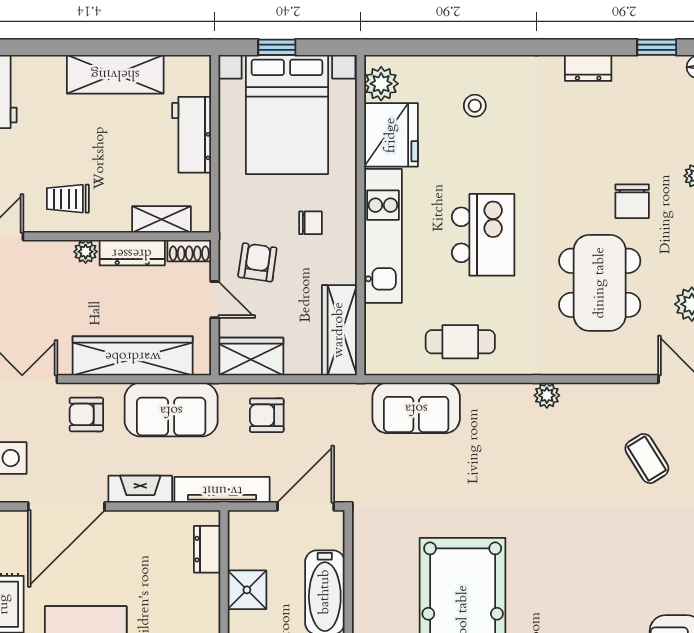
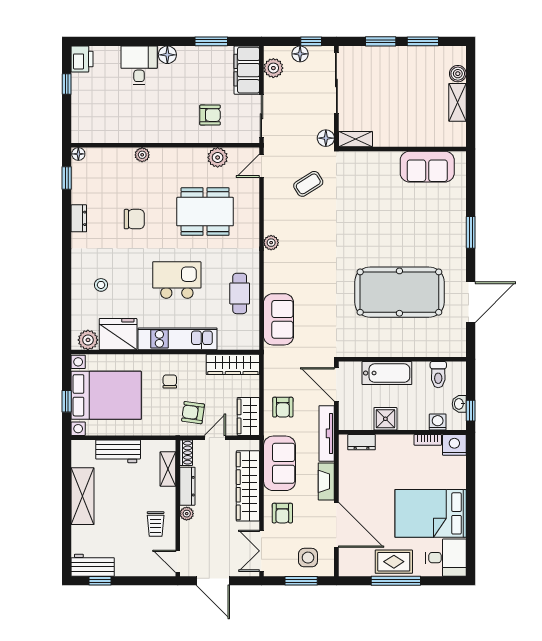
chair: (632, 201) -> (134, 219), moved

